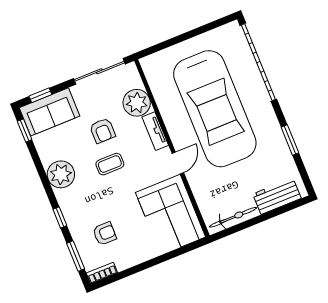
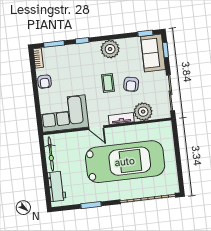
car: (215, 109) -> (125, 162), turned 180
armchair: (103, 131) -> (131, 84), turned -78
armchair: (105, 234) -> (45, 82), moved

